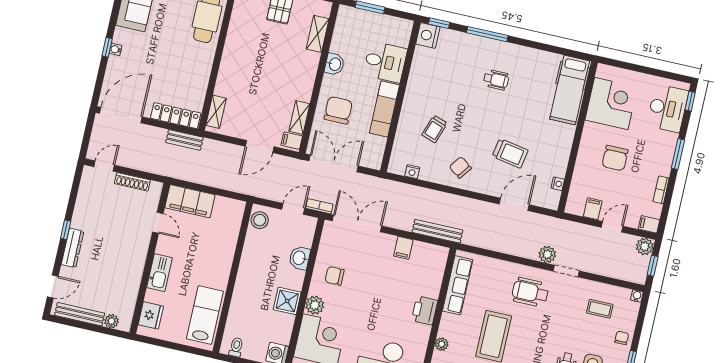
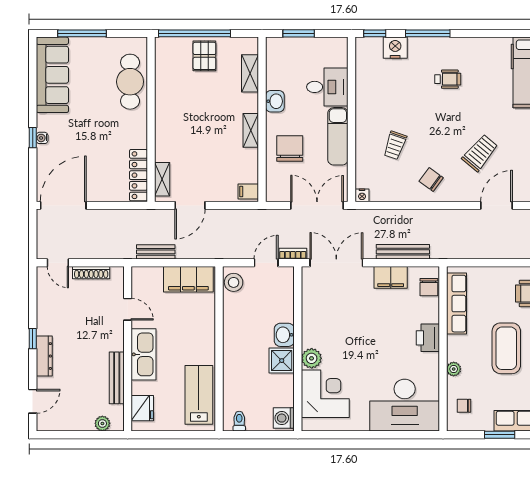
nightstand: (428, 35) -> (395, 48), moved, turned 90
locker: (176, 116) -> (139, 175), moved, turned -90
shelving: (299, 117) -> (251, 130), moved
bench: (184, 140) -> (156, 252), moved
door: (260, 147) -> (190, 205), moved
trolley: (510, 153) -> (480, 153), turned -60
double door: (334, 163) -> (317, 205), moved
door: (104, 166) -> (58, 263), swing flipped
nightstand: (412, 172) -> (362, 195), moved
filing cabinet: (190, 201) -> (188, 279), moved
bench: (437, 231) -> (403, 252), moved
filing cabinet: (403, 248) -> (391, 277), width x2.00
washbasin: (300, 258) -> (284, 335), moved
kitchen sink: (159, 273) -> (144, 354), width x1.36, depth x1.24
chair: (335, 276) -> (429, 287), moved, turned -90
bench: (80, 314) -> (117, 378), moved, turned 90

